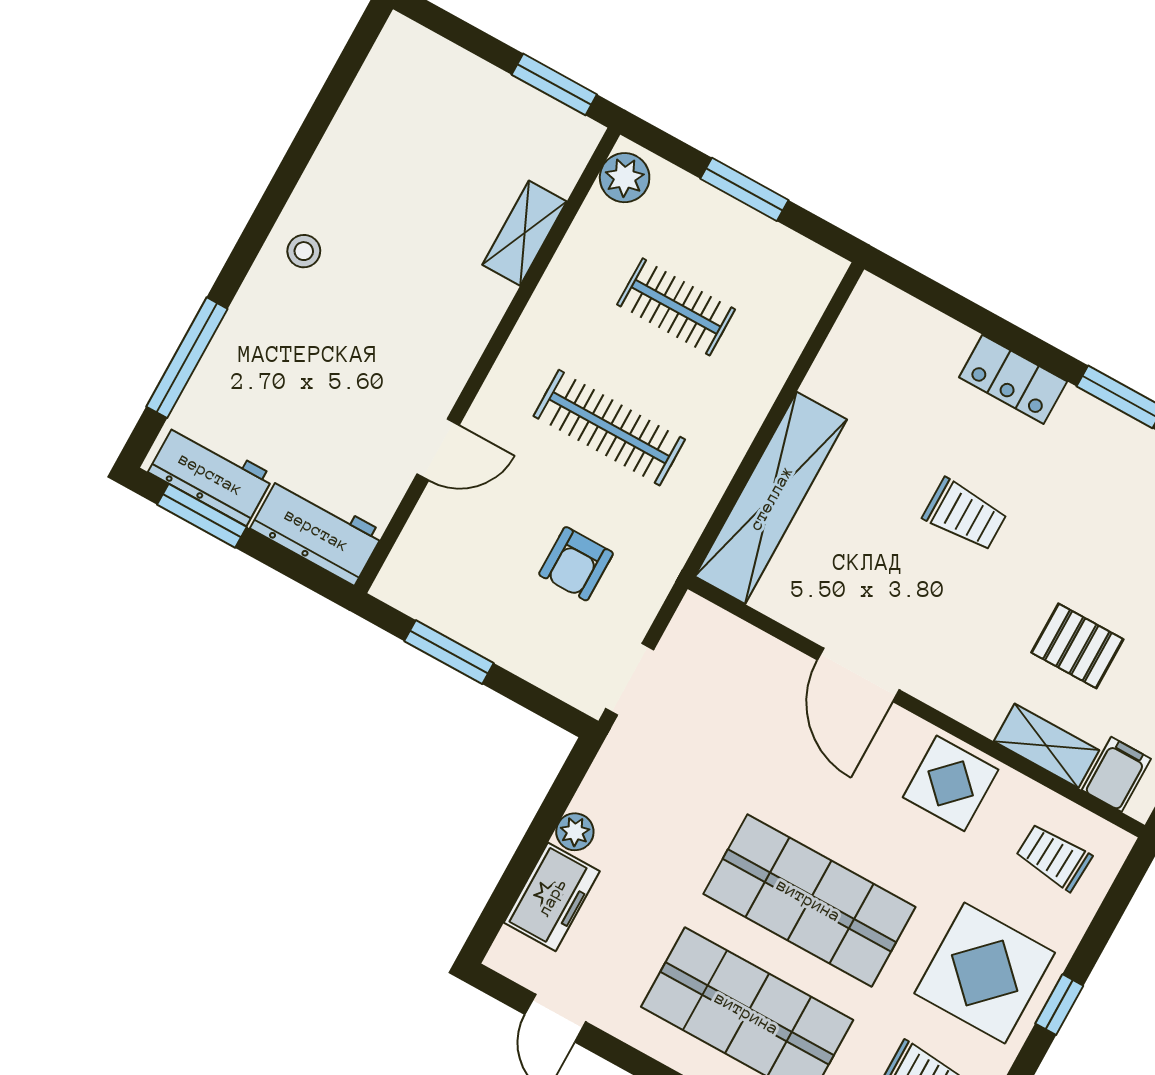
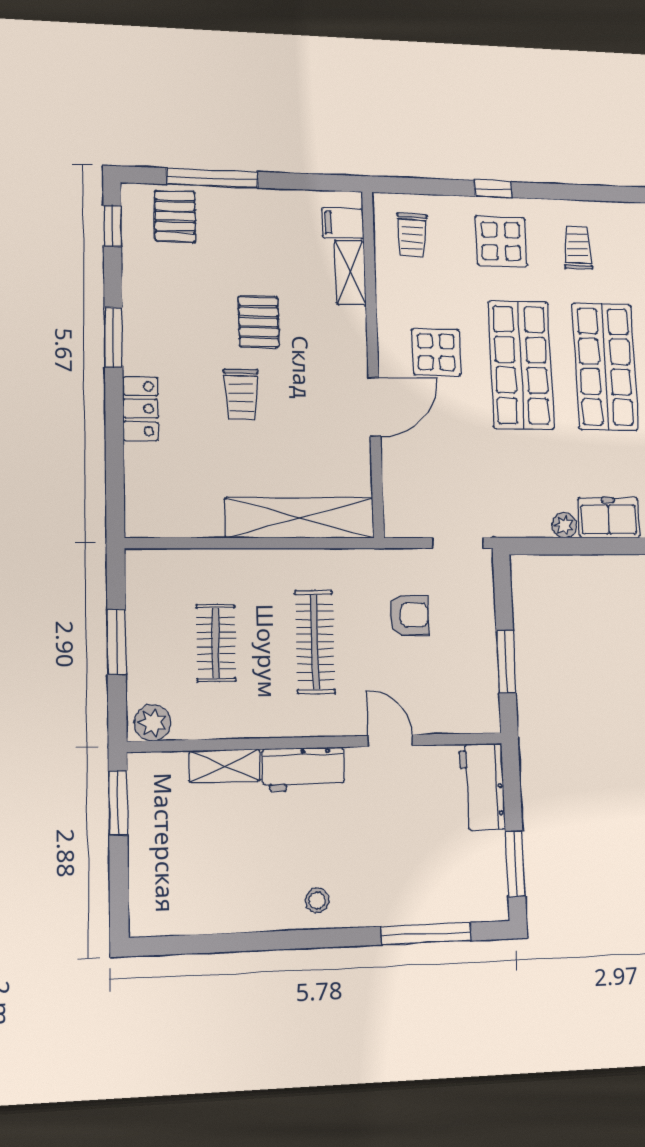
workbench: (211, 474) -> (303, 769), moved, turned -90
trolley: (965, 515) -> (241, 394), turned 180
pallet: (1077, 646) -> (259, 322), moved
display table: (951, 783) -> (436, 352), moved
display table: (985, 973) -> (501, 241), width x0.73, depth x0.73

